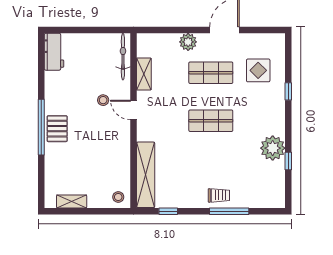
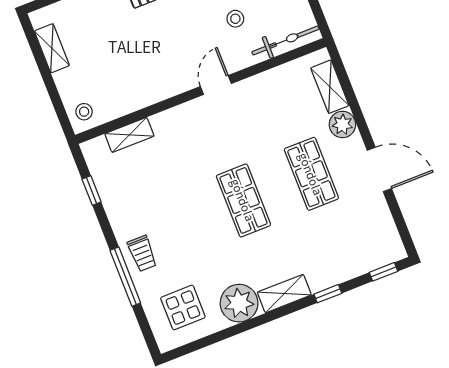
display table: (258, 70) -> (183, 307), moved
shelving: (144, 74) -> (330, 87), moved, turned 90
stool: (103, 100) -> (235, 19), moved
shelving: (278, 118) -> (284, 294), added
window: (288, 161) -> (384, 272), moved
shelving: (146, 175) -> (129, 135), width x0.45, depth x0.75

